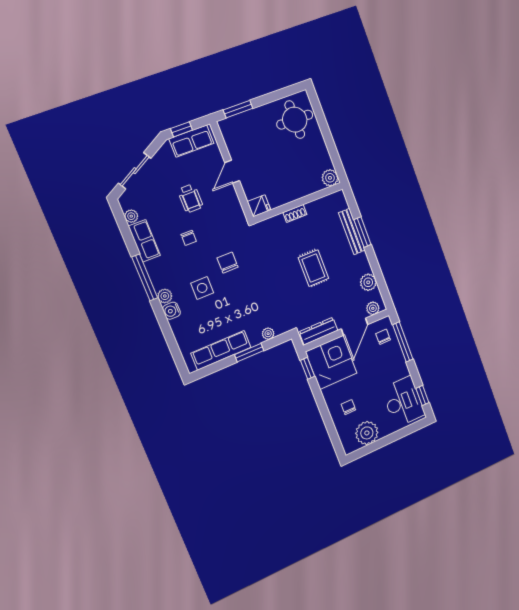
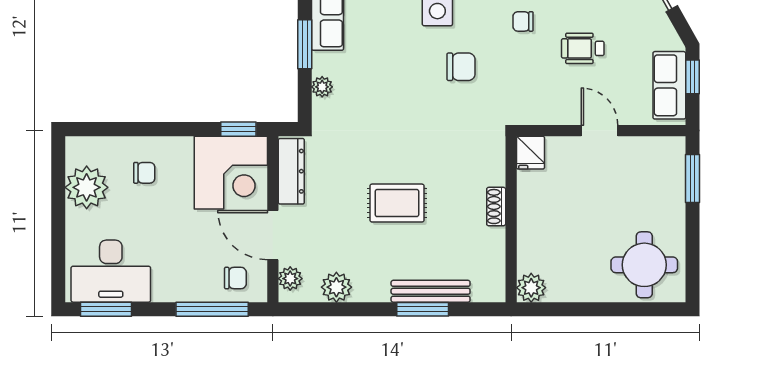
window: (422, 396) -> (106, 309), width x1.50

